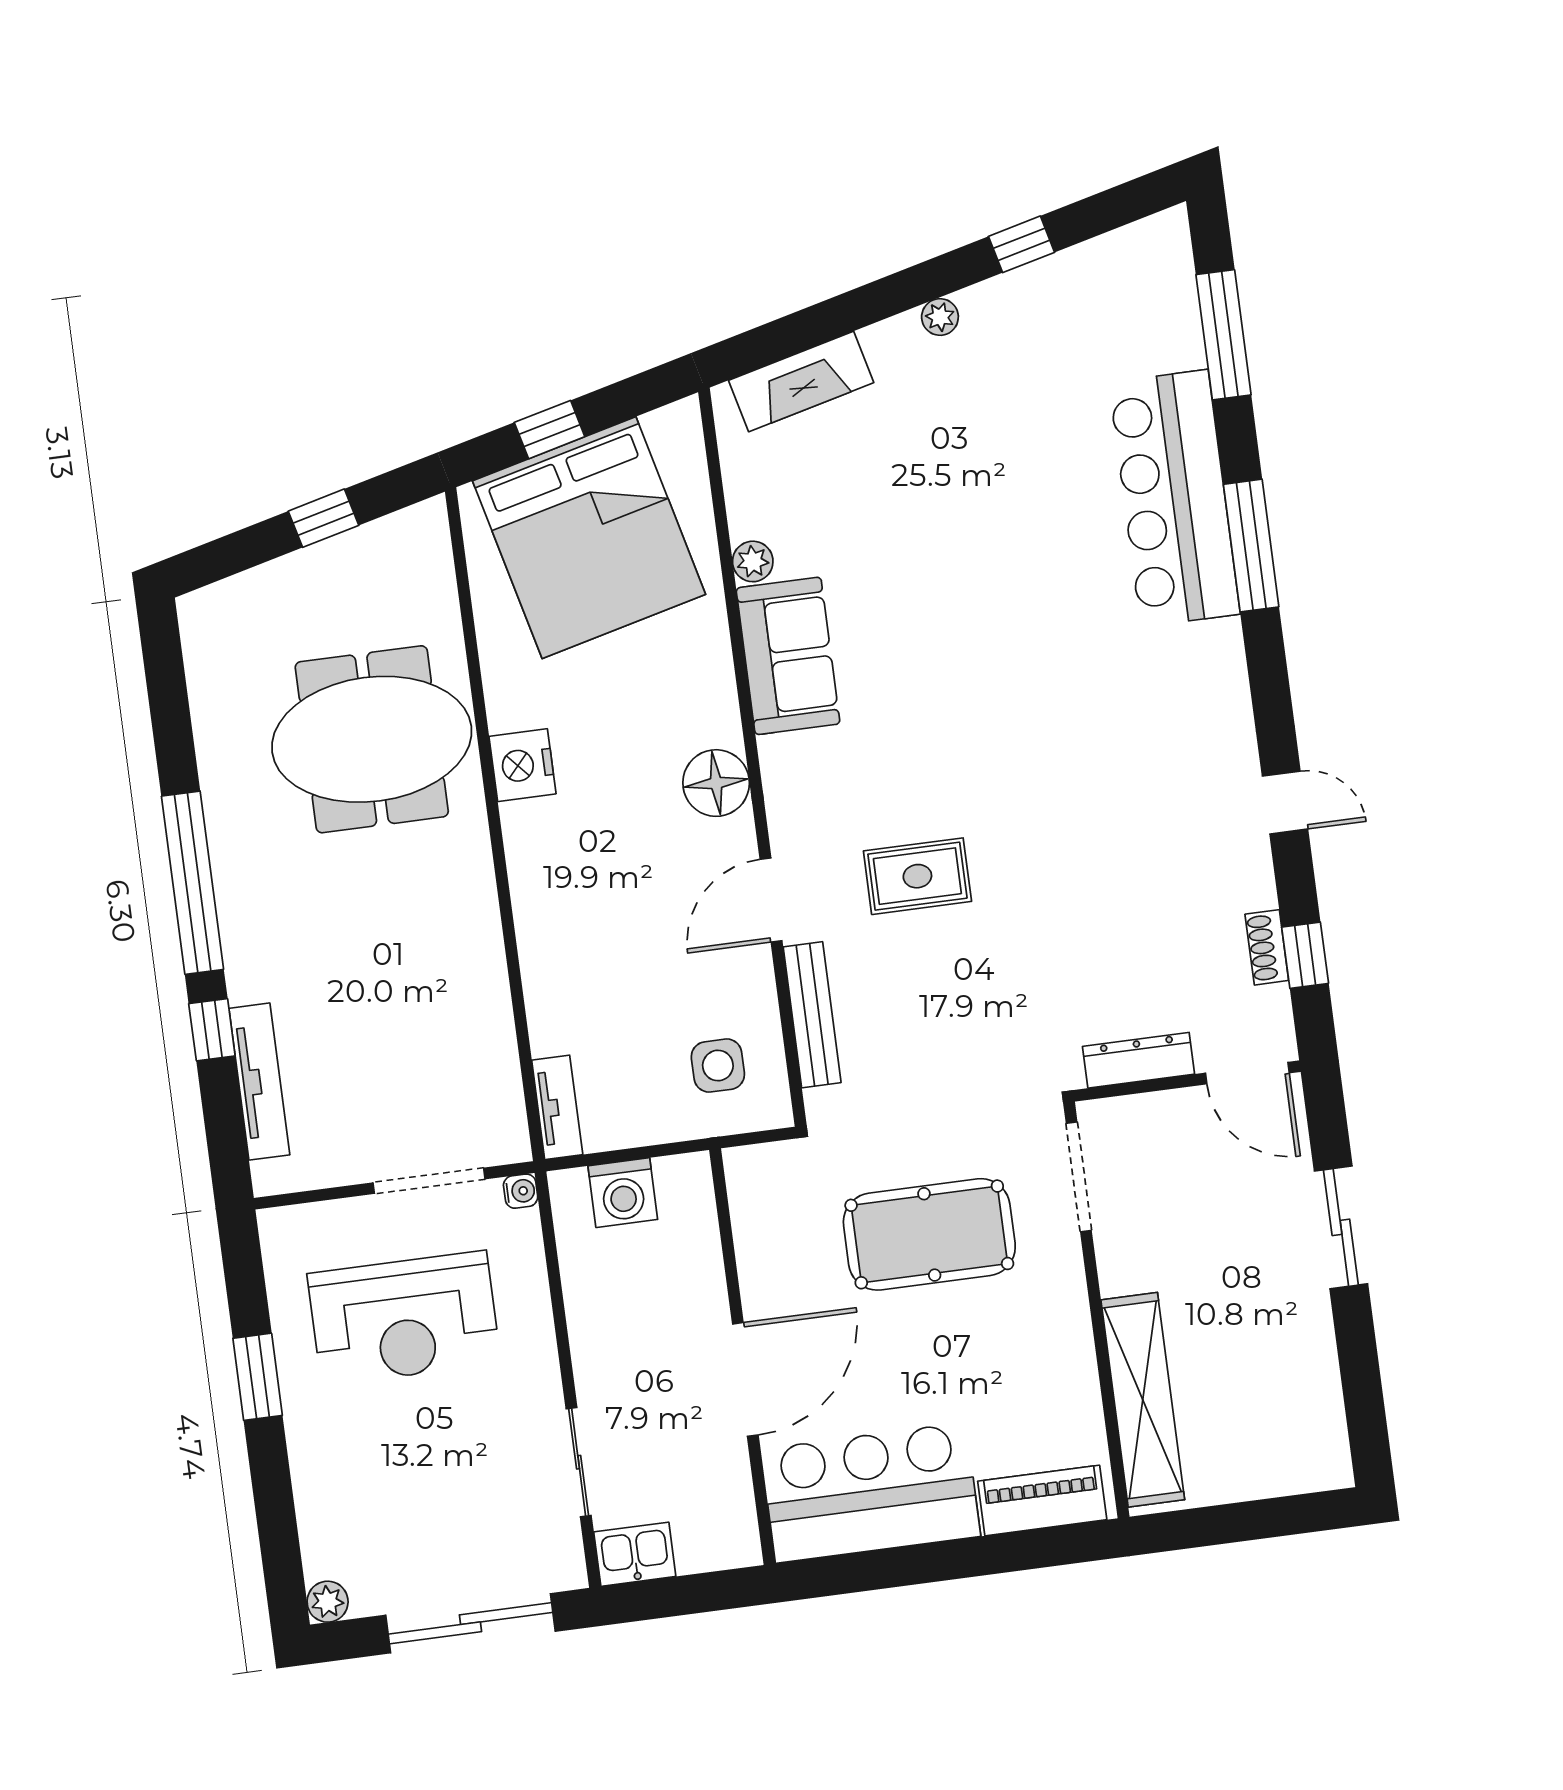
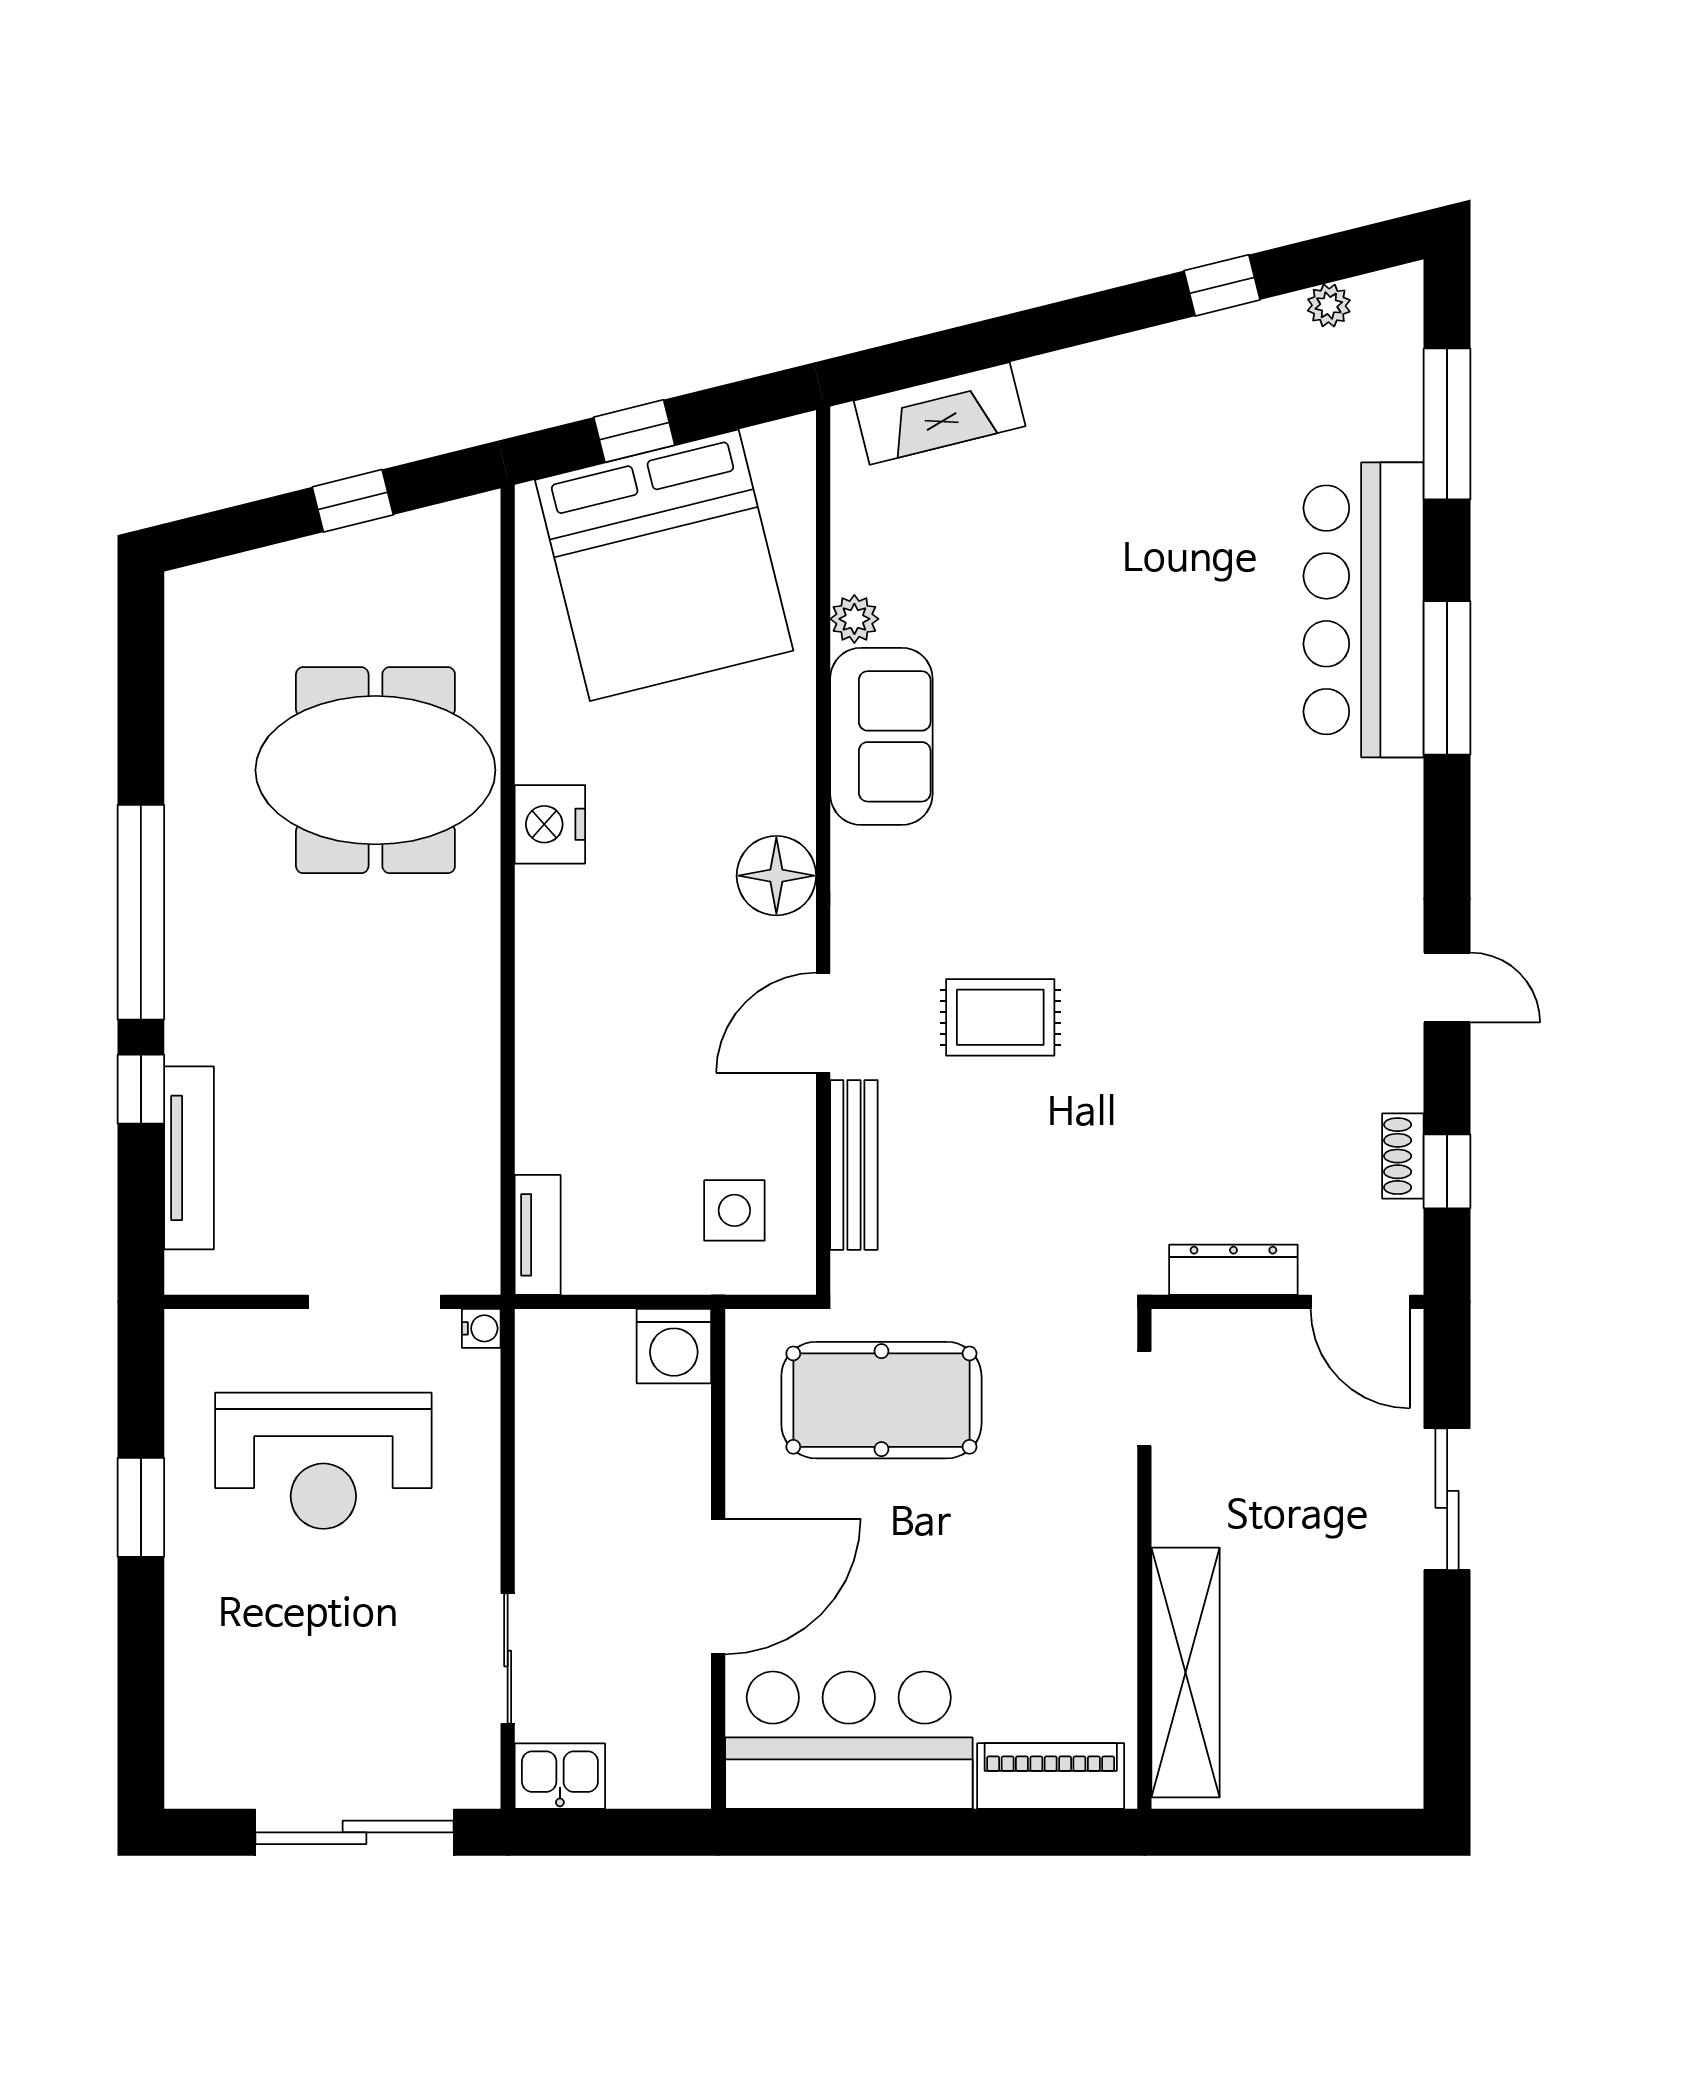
plant: (940, 317) -> (1329, 305), moved
doorway: (1079, 1177) -> (1144, 1399), width x0.73
washing machine: (623, 1193) -> (674, 1346), moved
pool table: (929, 1234) -> (881, 1400), moved
plant: (328, 1602) -> (189, 1785), removed

